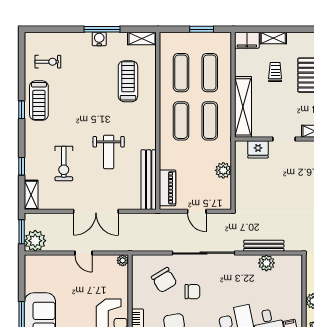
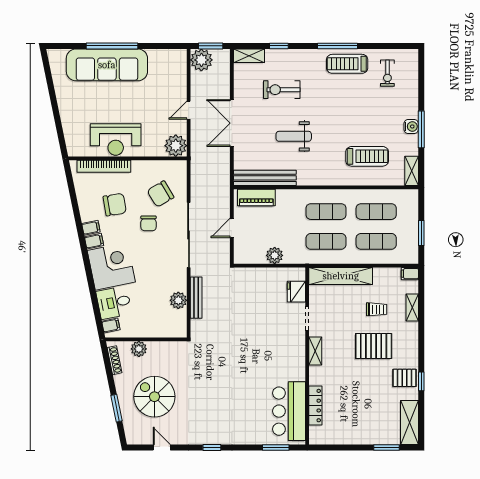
filing cabinet: (247, 40) -> (410, 274), width x0.50
window: (22, 110) -> (337, 46), width x2.17
plant: (123, 260) -> (176, 146), width x1.87, depth x1.87

